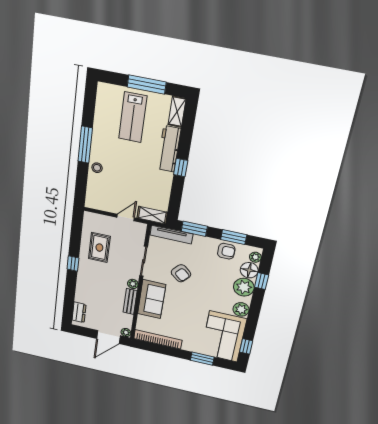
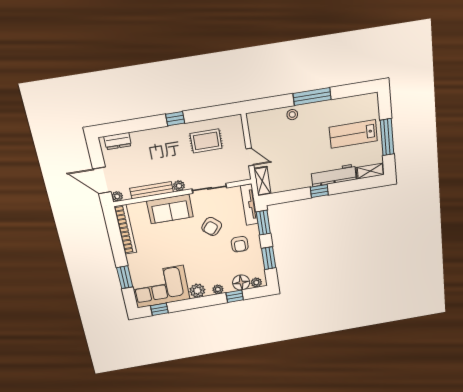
armchair: (226, 251) -> (240, 244), moved
plant: (244, 287) -> (218, 289), width x0.53, depth x0.53
bench: (130, 301) -> (152, 190), width x1.36

